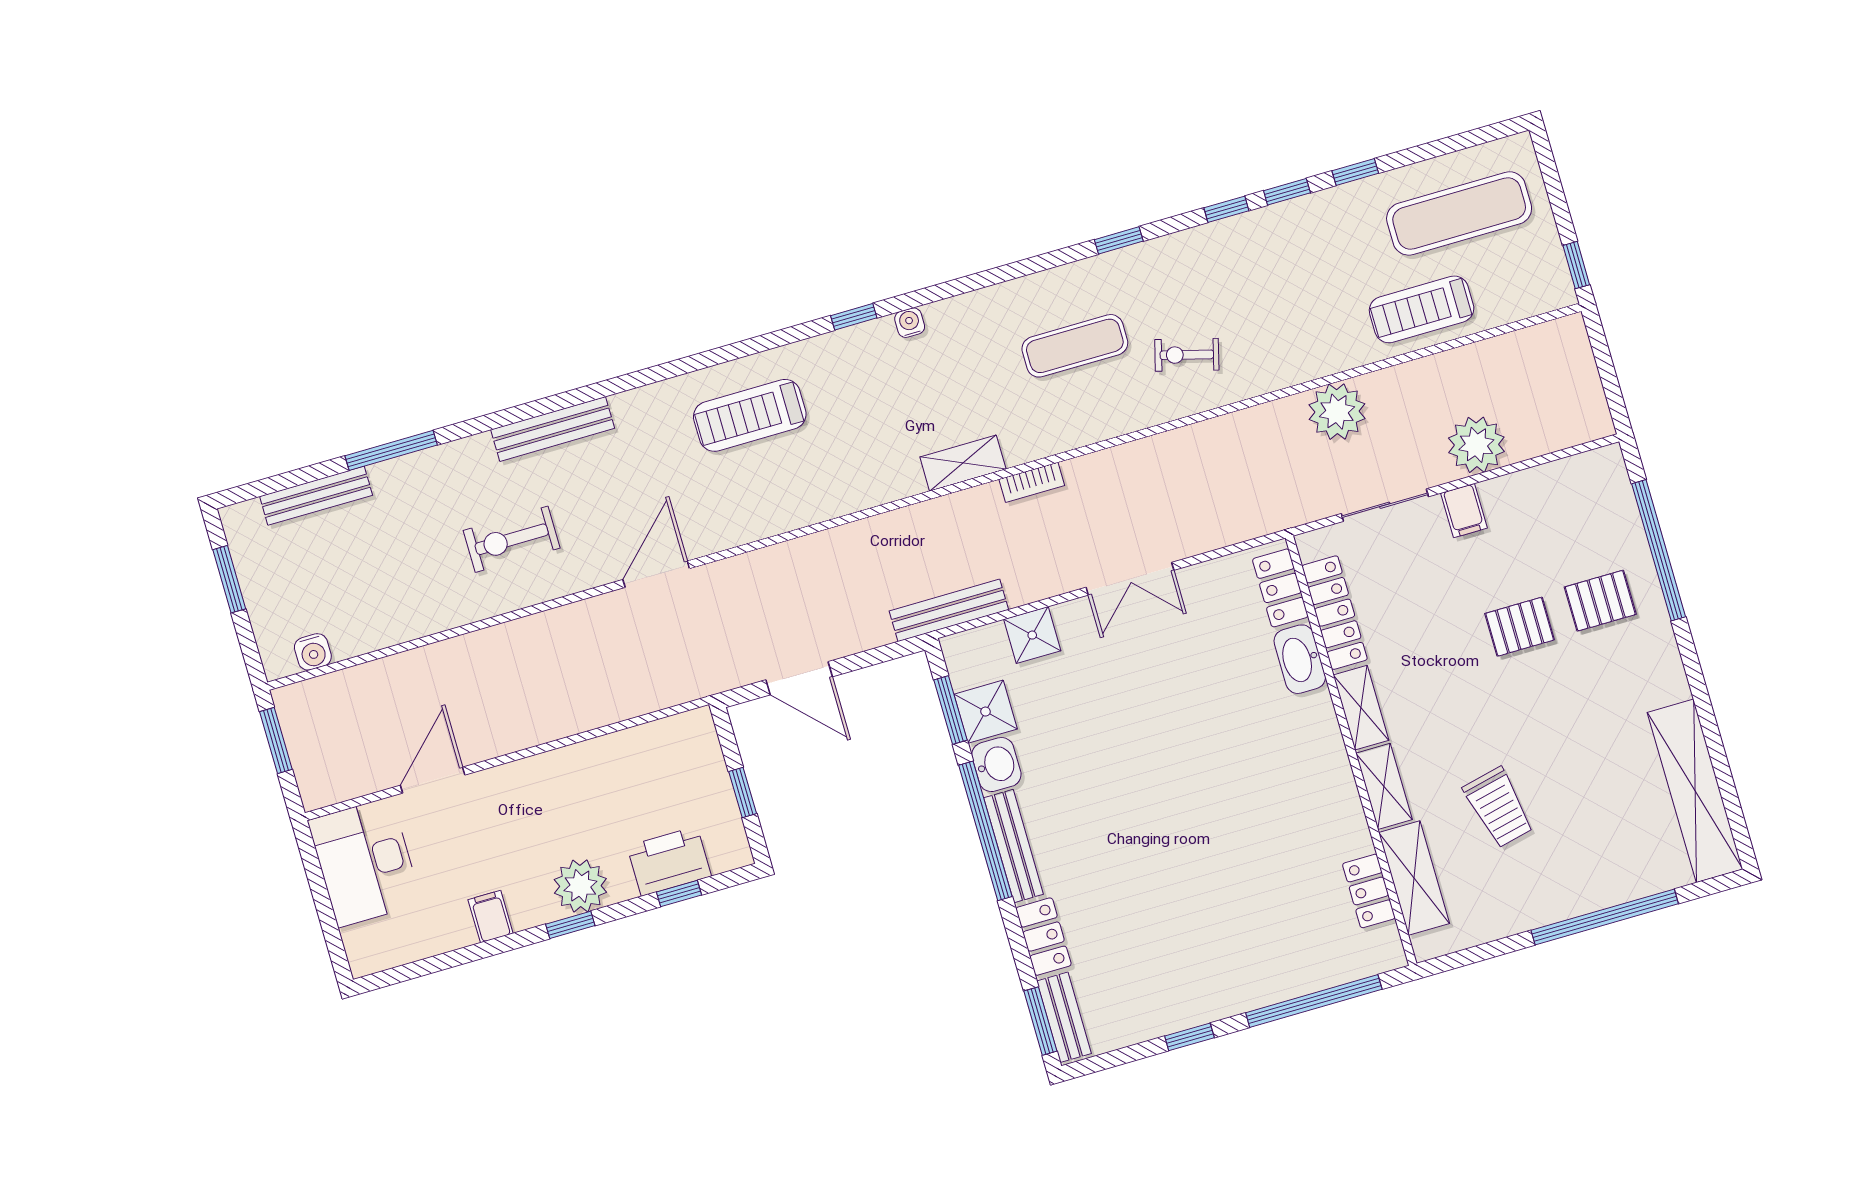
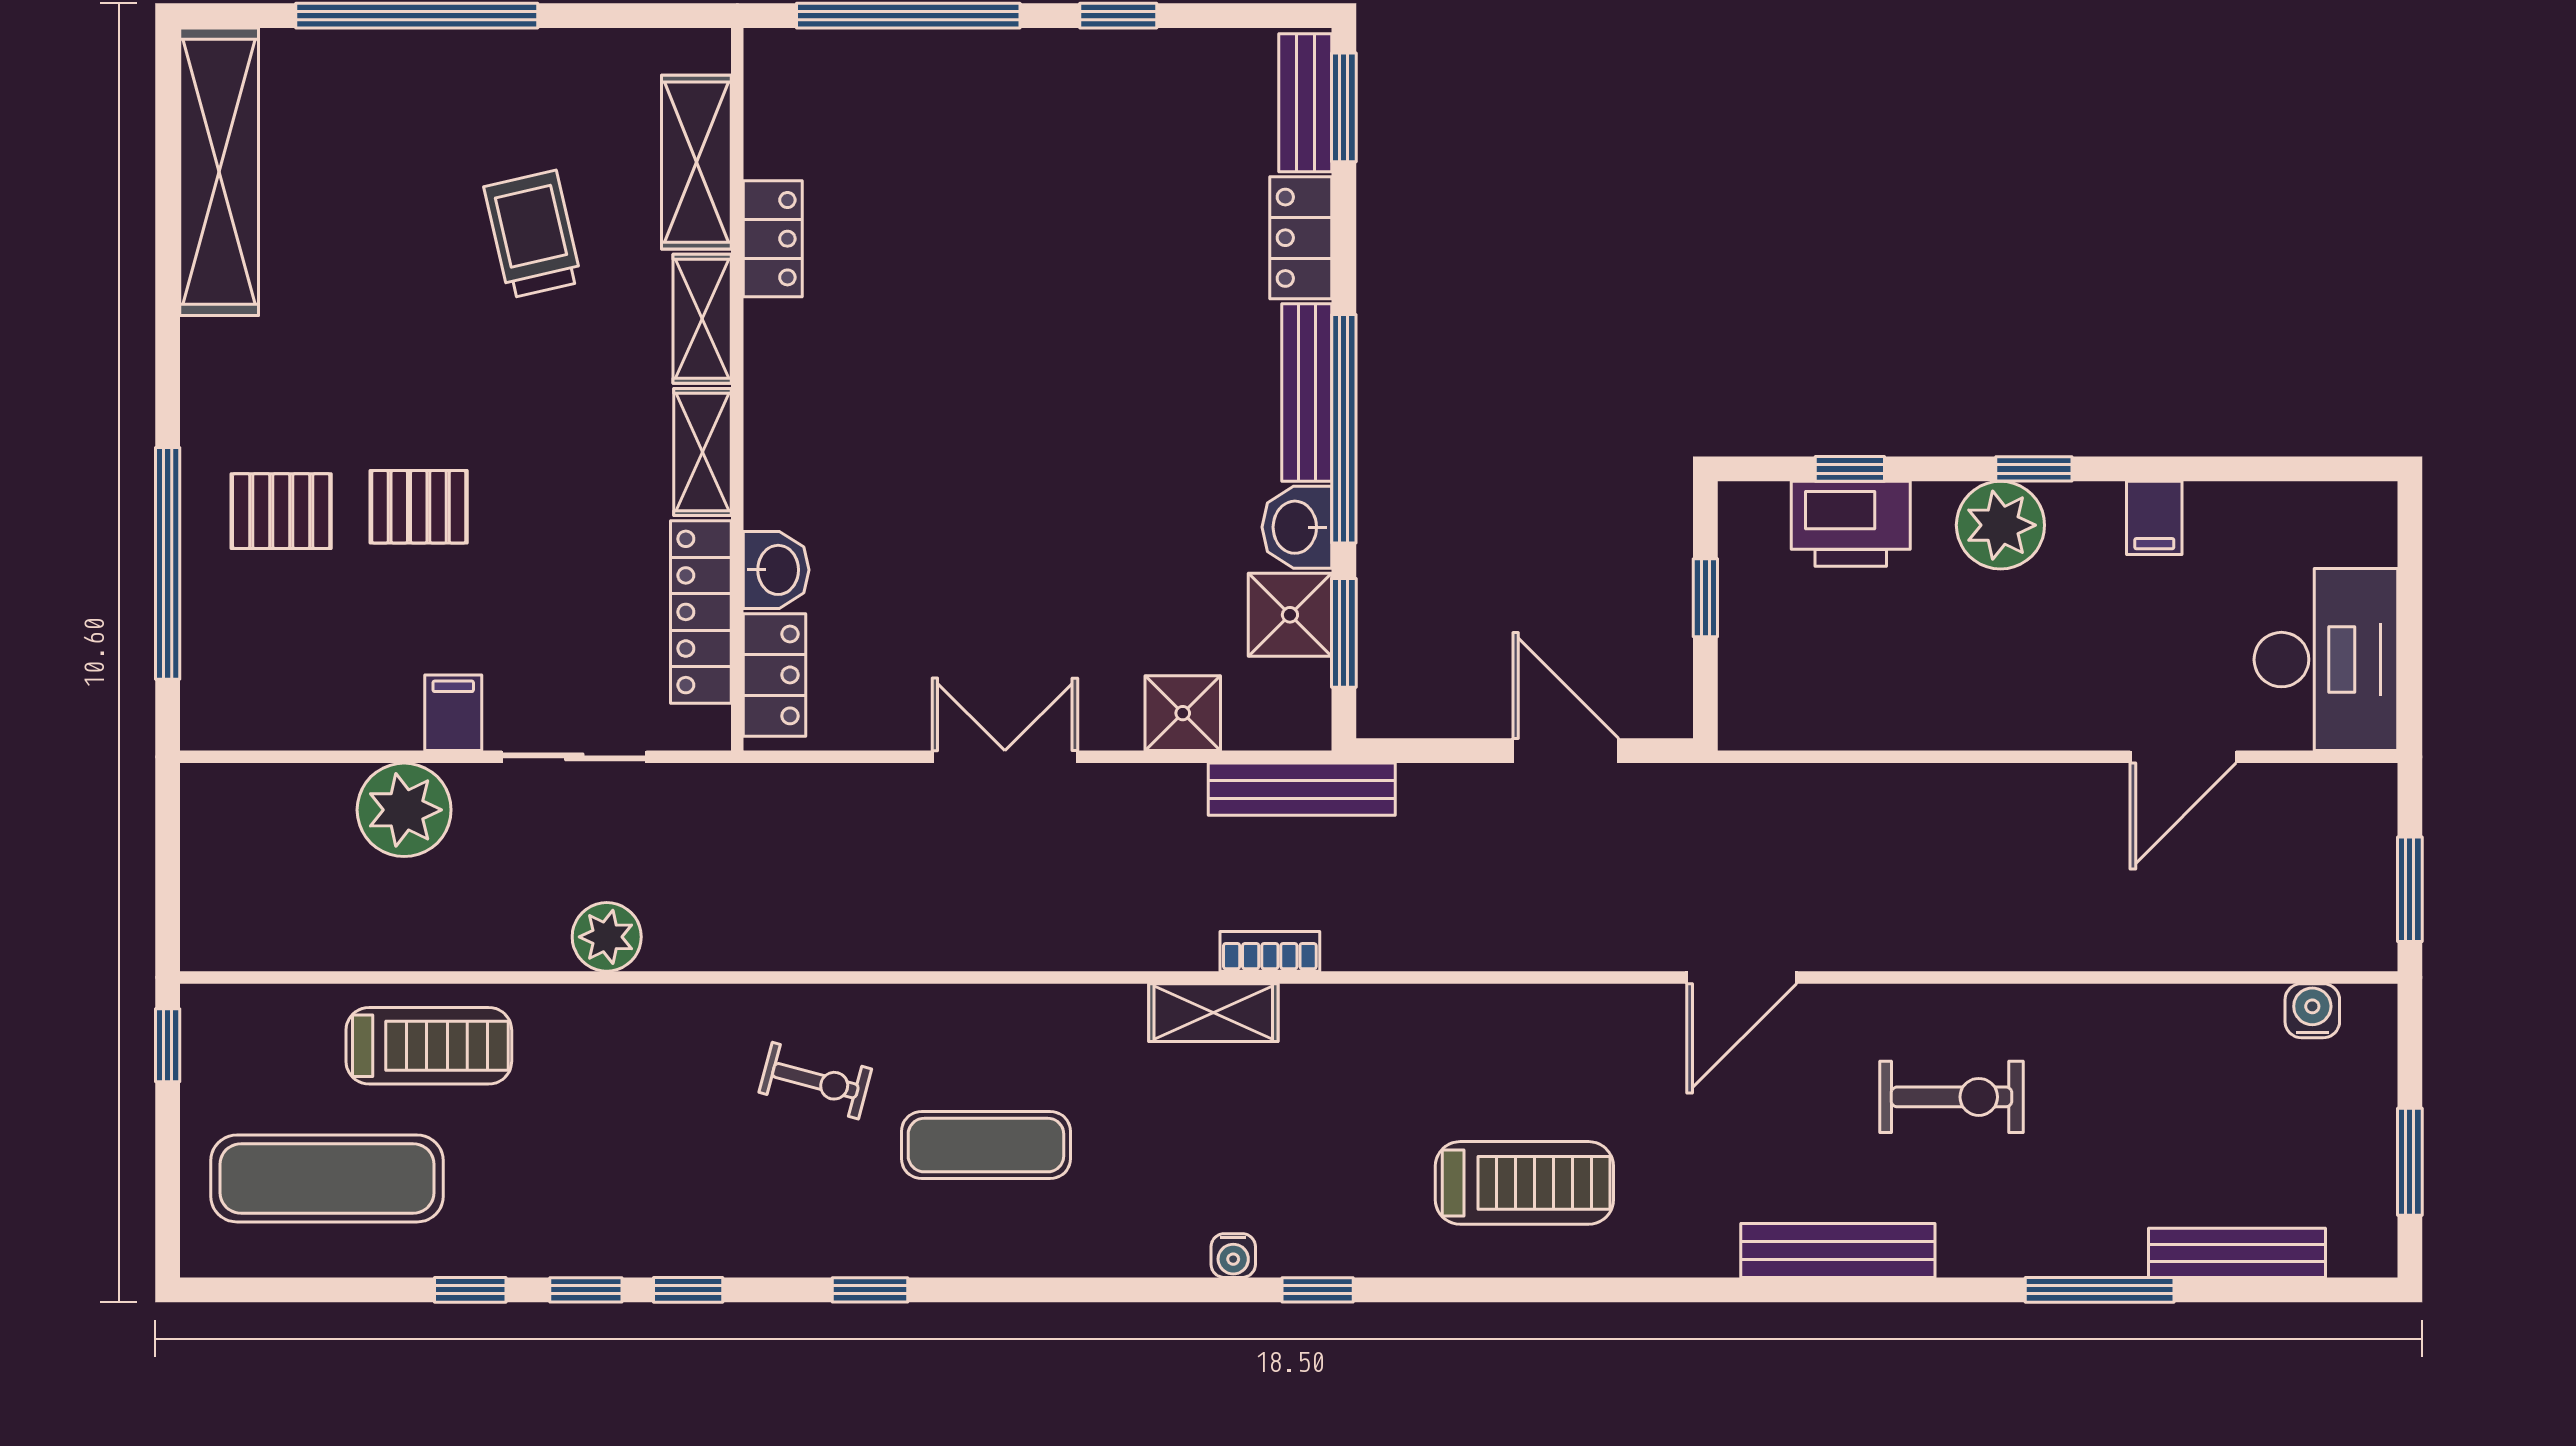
plant: (1337, 412) -> (607, 937), width x0.73, depth x0.73
bookcase: (1032, 482) -> (1270, 951), moved
washbasin: (1300, 659) -> (776, 570), width x0.72
locker: (1369, 891) -> (773, 239), moved

